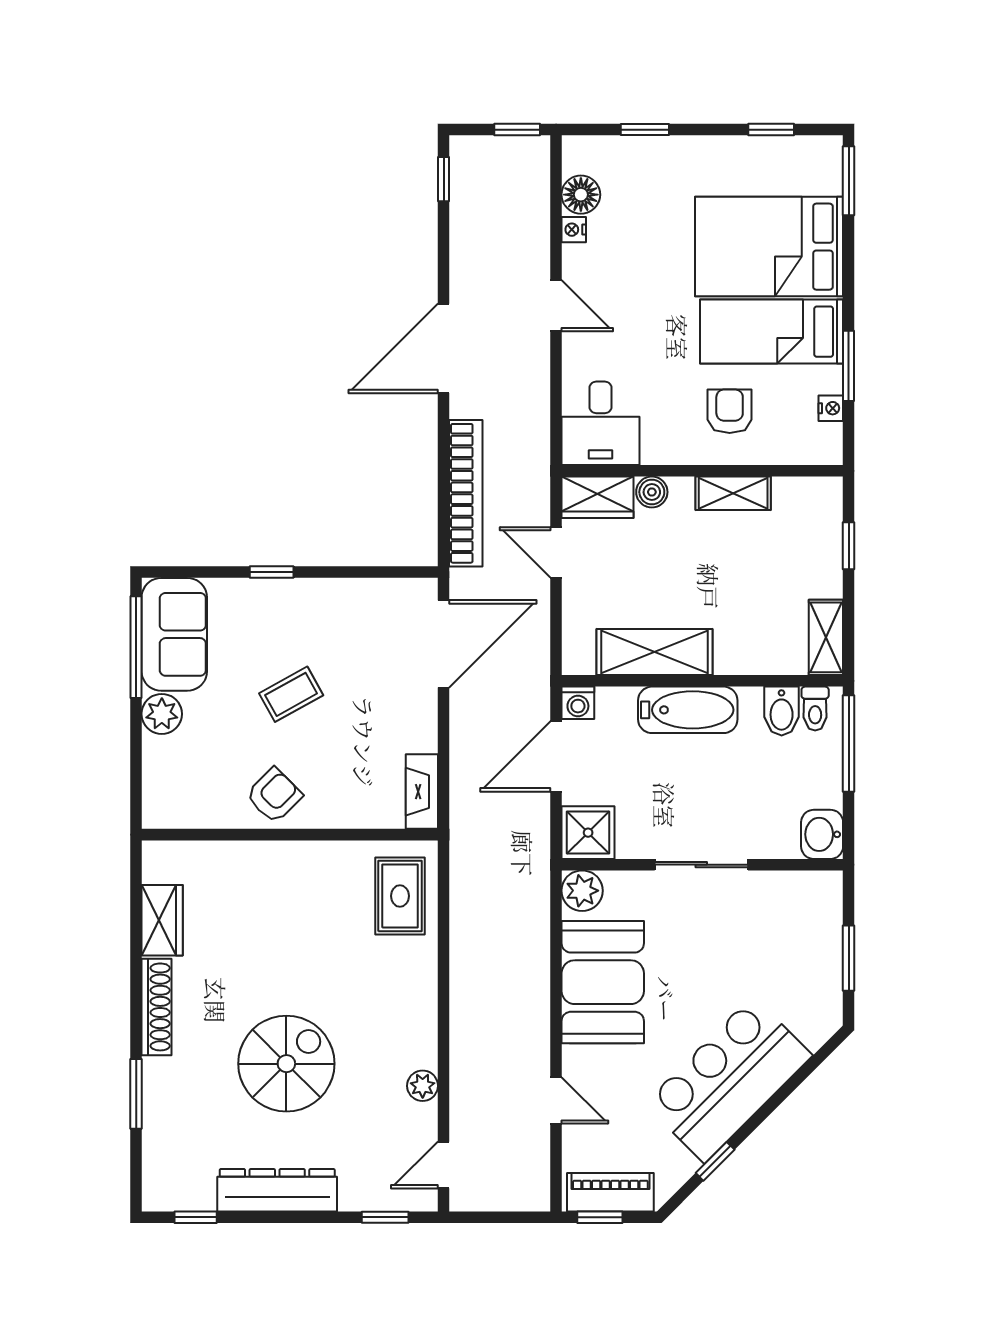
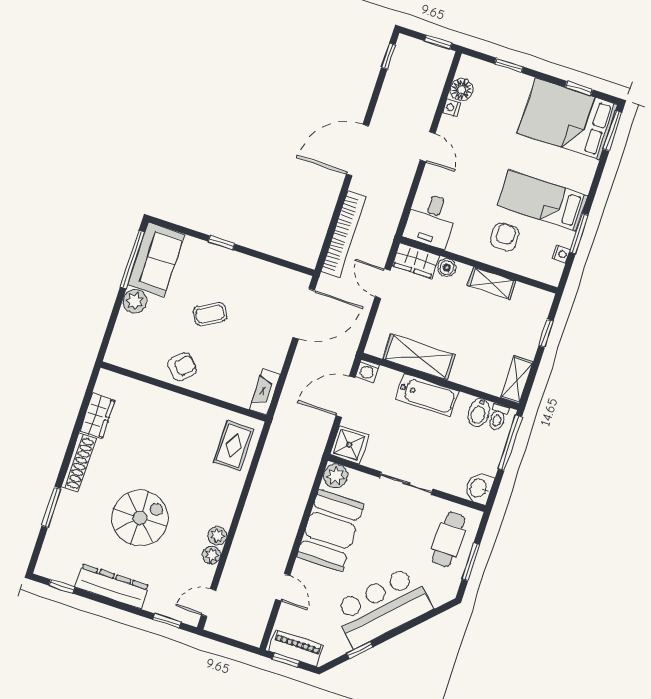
bed: (769, 247) -> (568, 119), moved
cafe table: (800, 934) -> (449, 539), added
plant: (422, 1051) -> (217, 536), added

